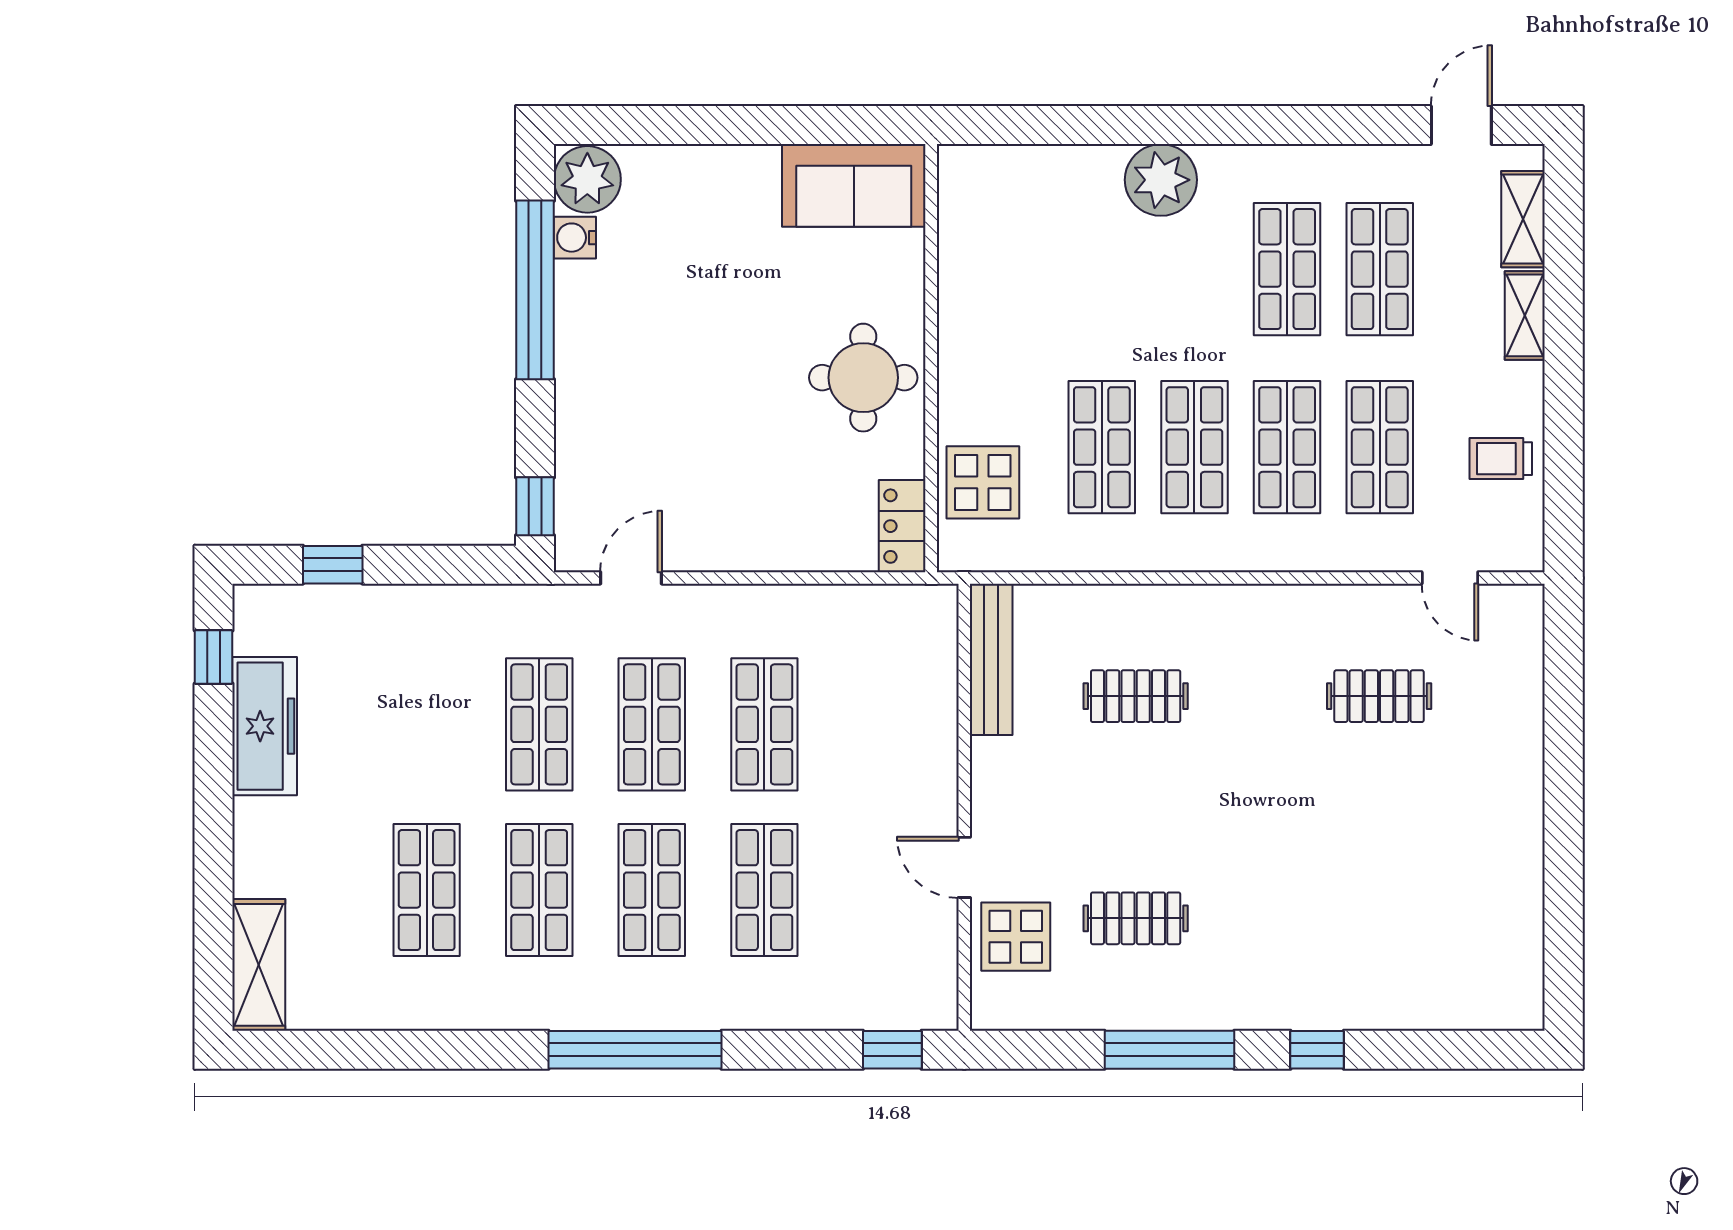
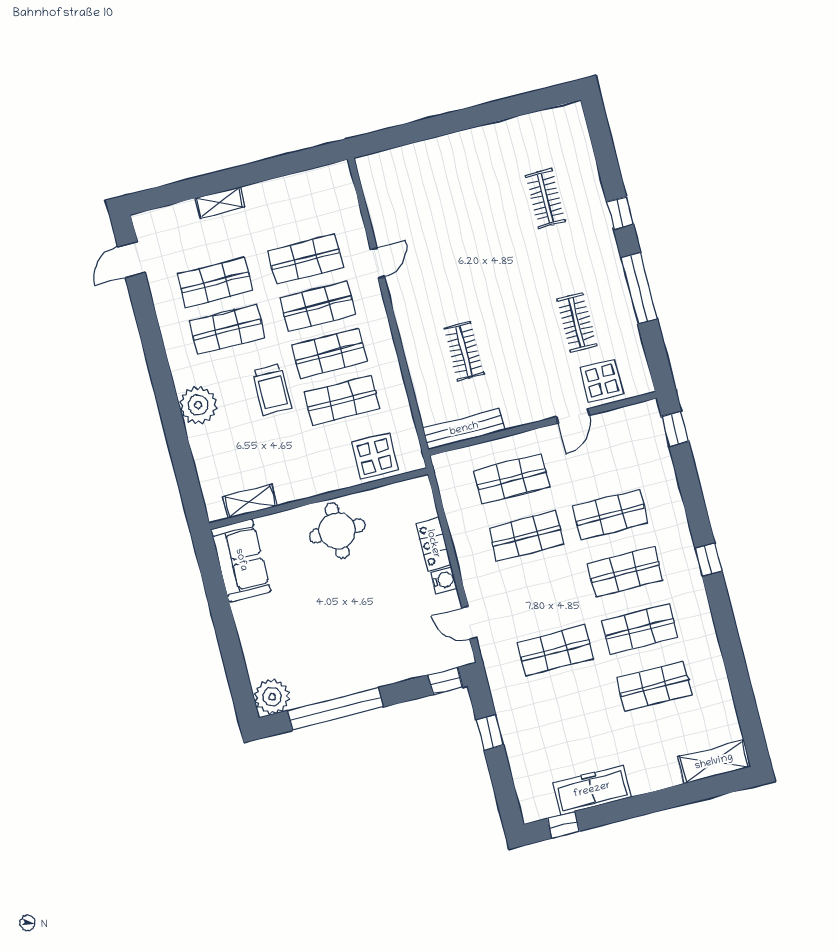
door: (1461, 125) -> (131, 259), hinge flipped
shelving: (1523, 219) -> (250, 501), moved
water cooler: (575, 238) -> (444, 580), moved, turned -90
trolley: (1501, 459) -> (272, 389), moved, width x1.36, depth x1.39
locker: (902, 526) -> (433, 544), moved, turned 90
window: (333, 565) -> (490, 733), moved
door: (1450, 578) -> (377, 263), moved
clothes rail: (1379, 696) -> (545, 199), moved
shop shelf: (652, 724) -> (512, 479), moved
window: (635, 1050) -> (708, 560), width x0.32

